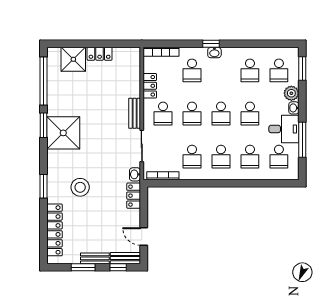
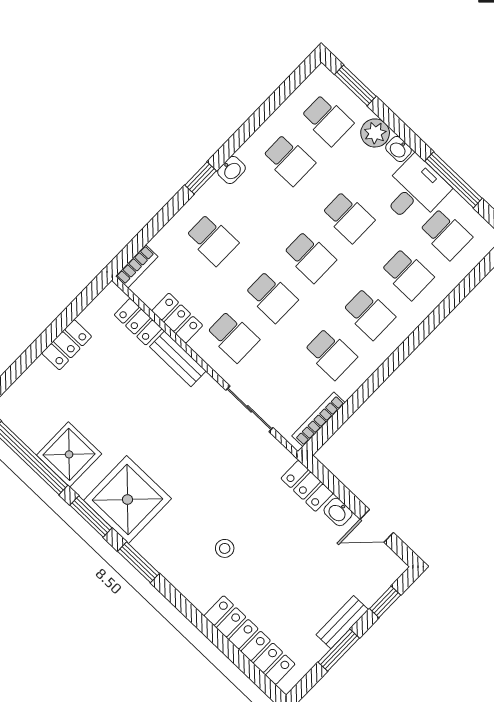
bookcase: (161, 52) -> (137, 266), width x0.64
washbasin: (214, 53) -> (231, 170), moved
shower: (73, 59) -> (69, 454), moved
locker: (134, 72) -> (138, 322), added
bench: (135, 113) -> (178, 359), moved
washbasin: (135, 174) -> (338, 512), moved
window: (44, 186) -> (138, 562), moved
stool: (80, 187) -> (225, 548), width x0.53, depth x0.53
bench: (125, 258) -> (382, 580), removed

